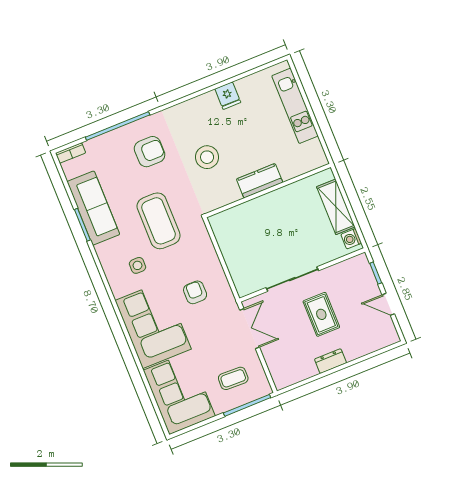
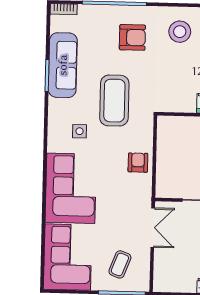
stool: (207, 157) -> (180, 32), moved
armchair: (195, 292) -> (138, 163), moved
coffee table: (233, 378) -> (120, 264), turned -71

